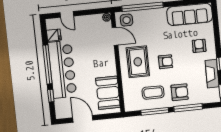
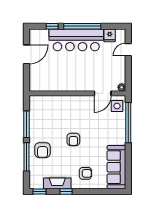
rug: (138, 62) -> (76, 113), removed
booth: (108, 93) -> (49, 81), removed
coffee table: (153, 93) -> (45, 124), removed

